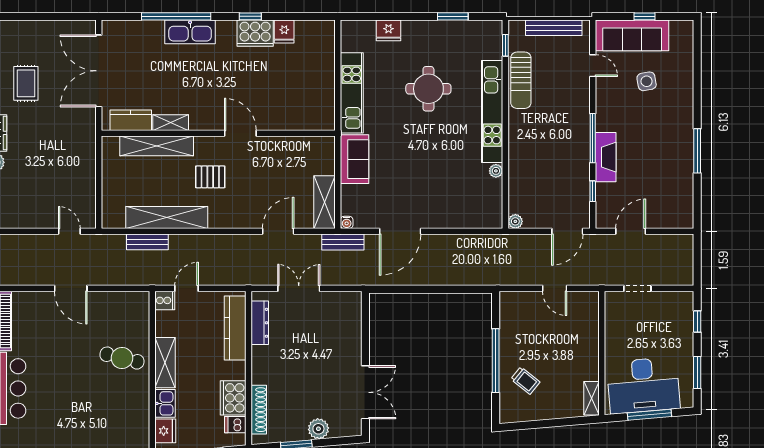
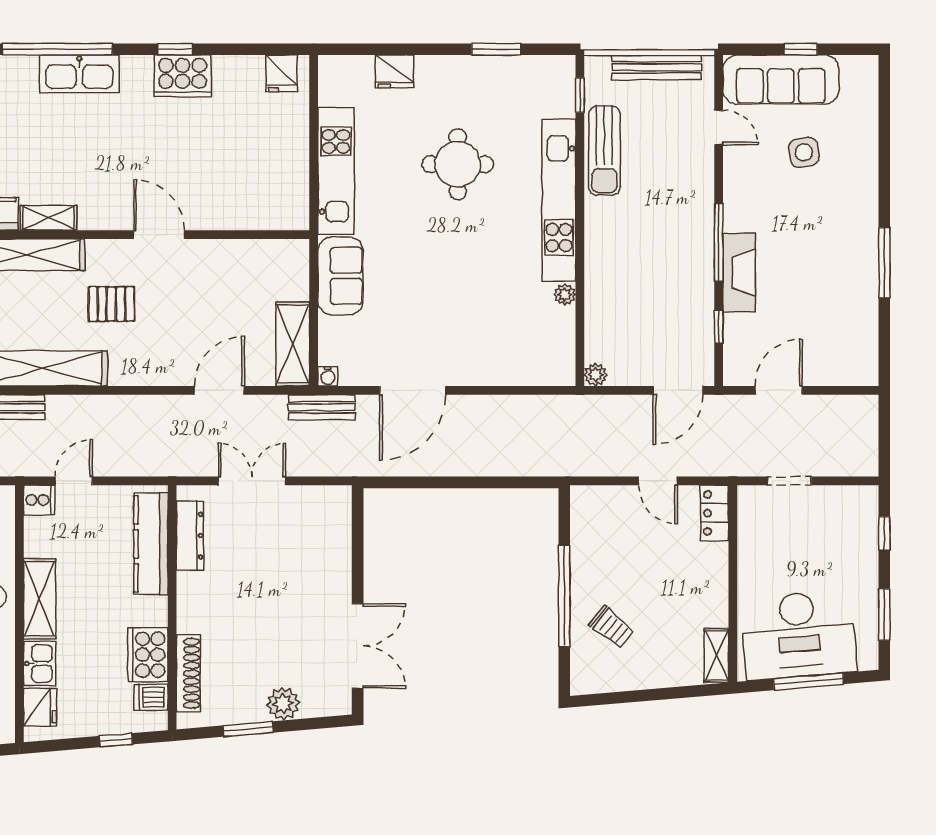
fridge: (284, 32) -> (282, 73), moved
locker: (590, 309) -> (714, 513), added

